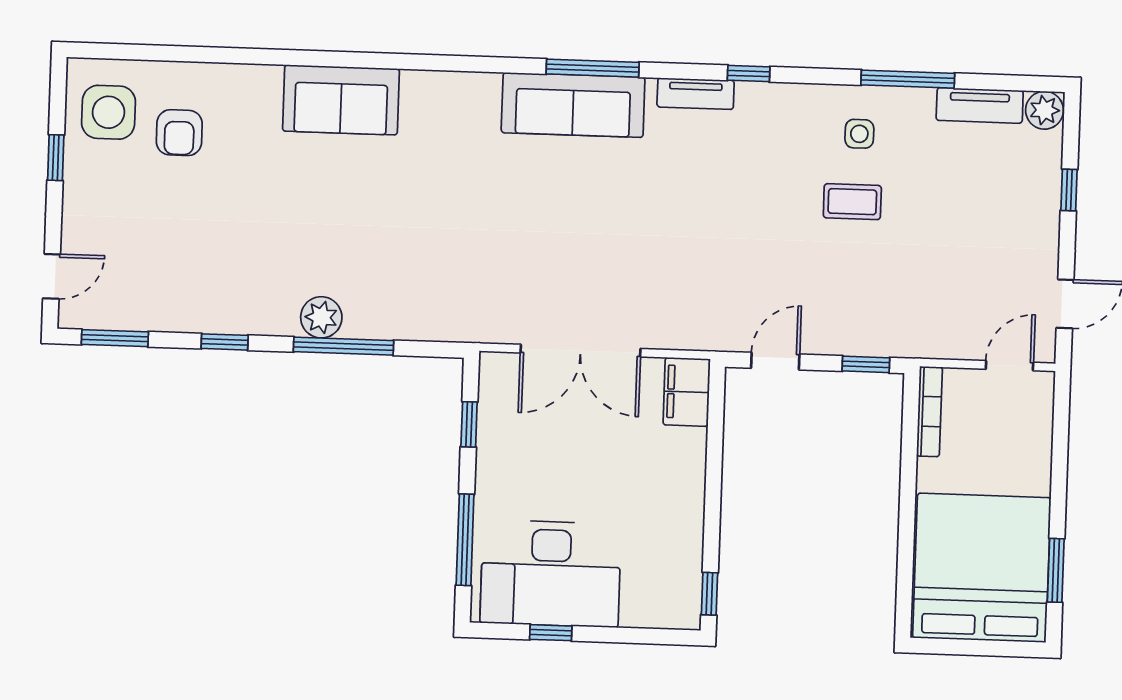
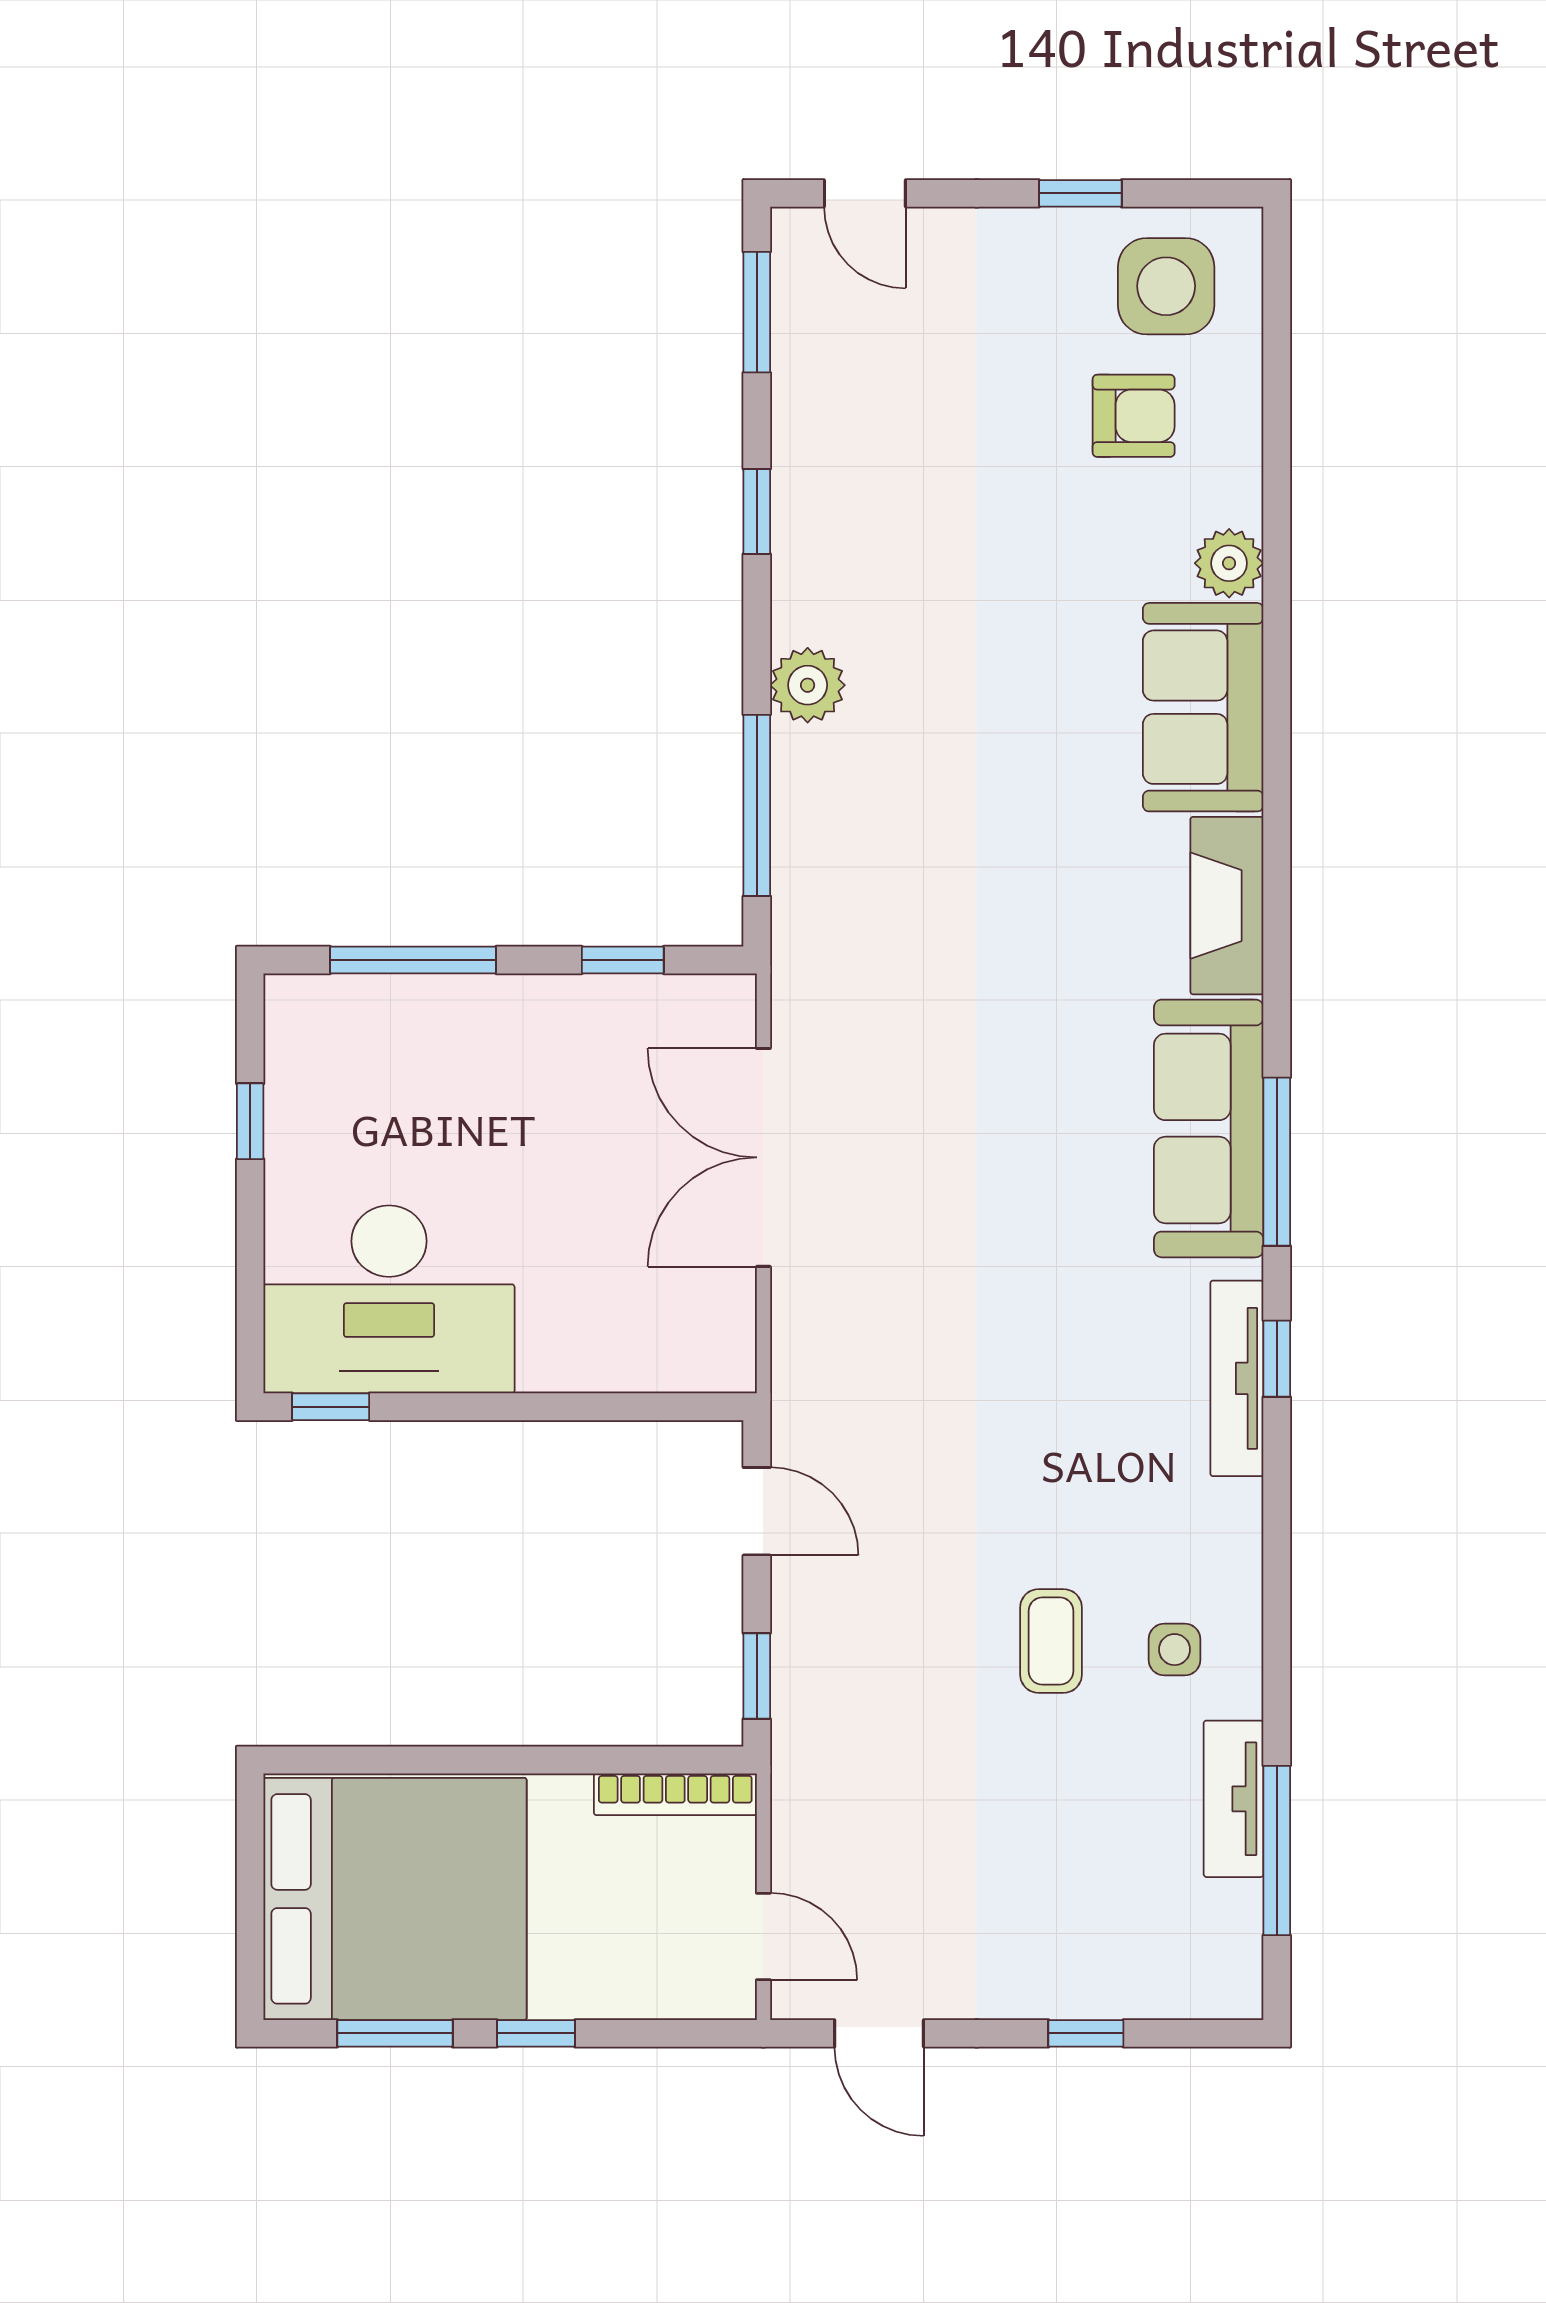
window: (749, 74) -> (1277, 1359), moved
window: (908, 79) -> (1277, 1850), moved
fireplace: (451, 91) -> (1227, 906), added
tv unit: (696, 94) -> (1237, 1378), width x1.41
tv unit: (980, 105) -> (1234, 1799), moved
plant: (1045, 110) -> (1229, 563), moved
armchair: (179, 133) -> (1134, 416), turned 180
window: (344, 346) -> (757, 805), moved
filing cabinet: (687, 392) -> (695, 1352), removed
window: (1058, 493) -> (536, 2033), added
desk: (551, 573) -> (389, 1299), moved, turned -90

